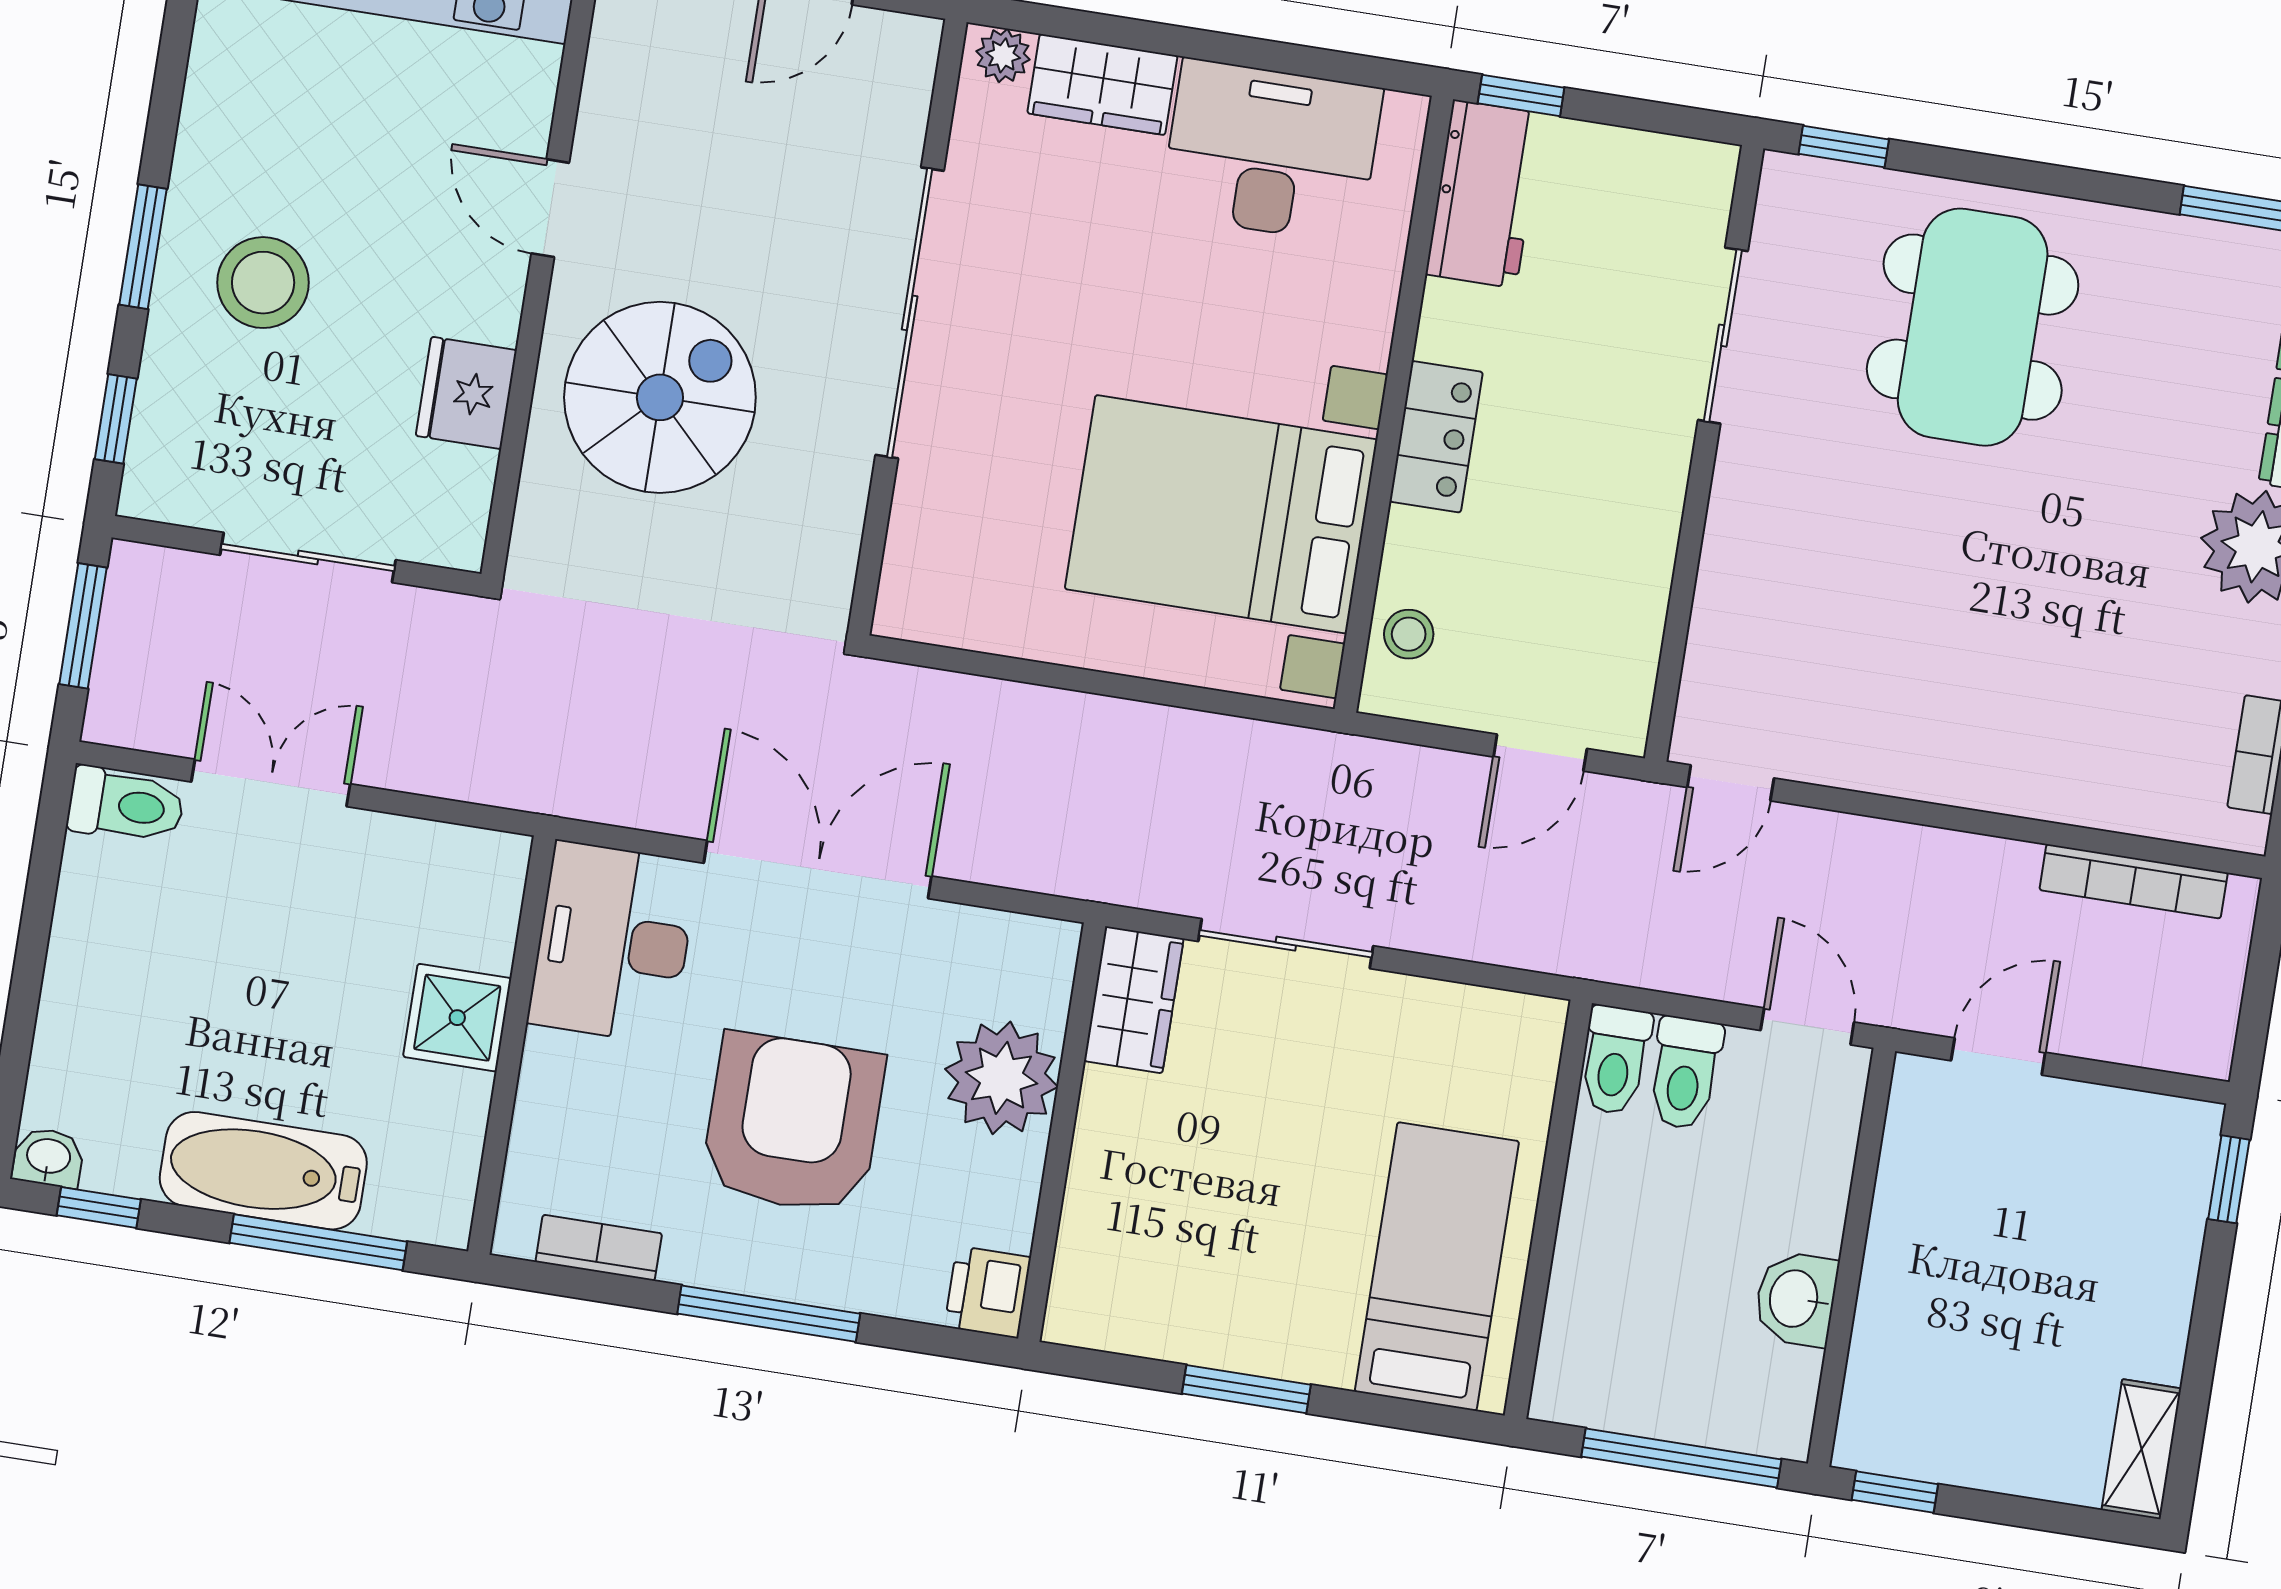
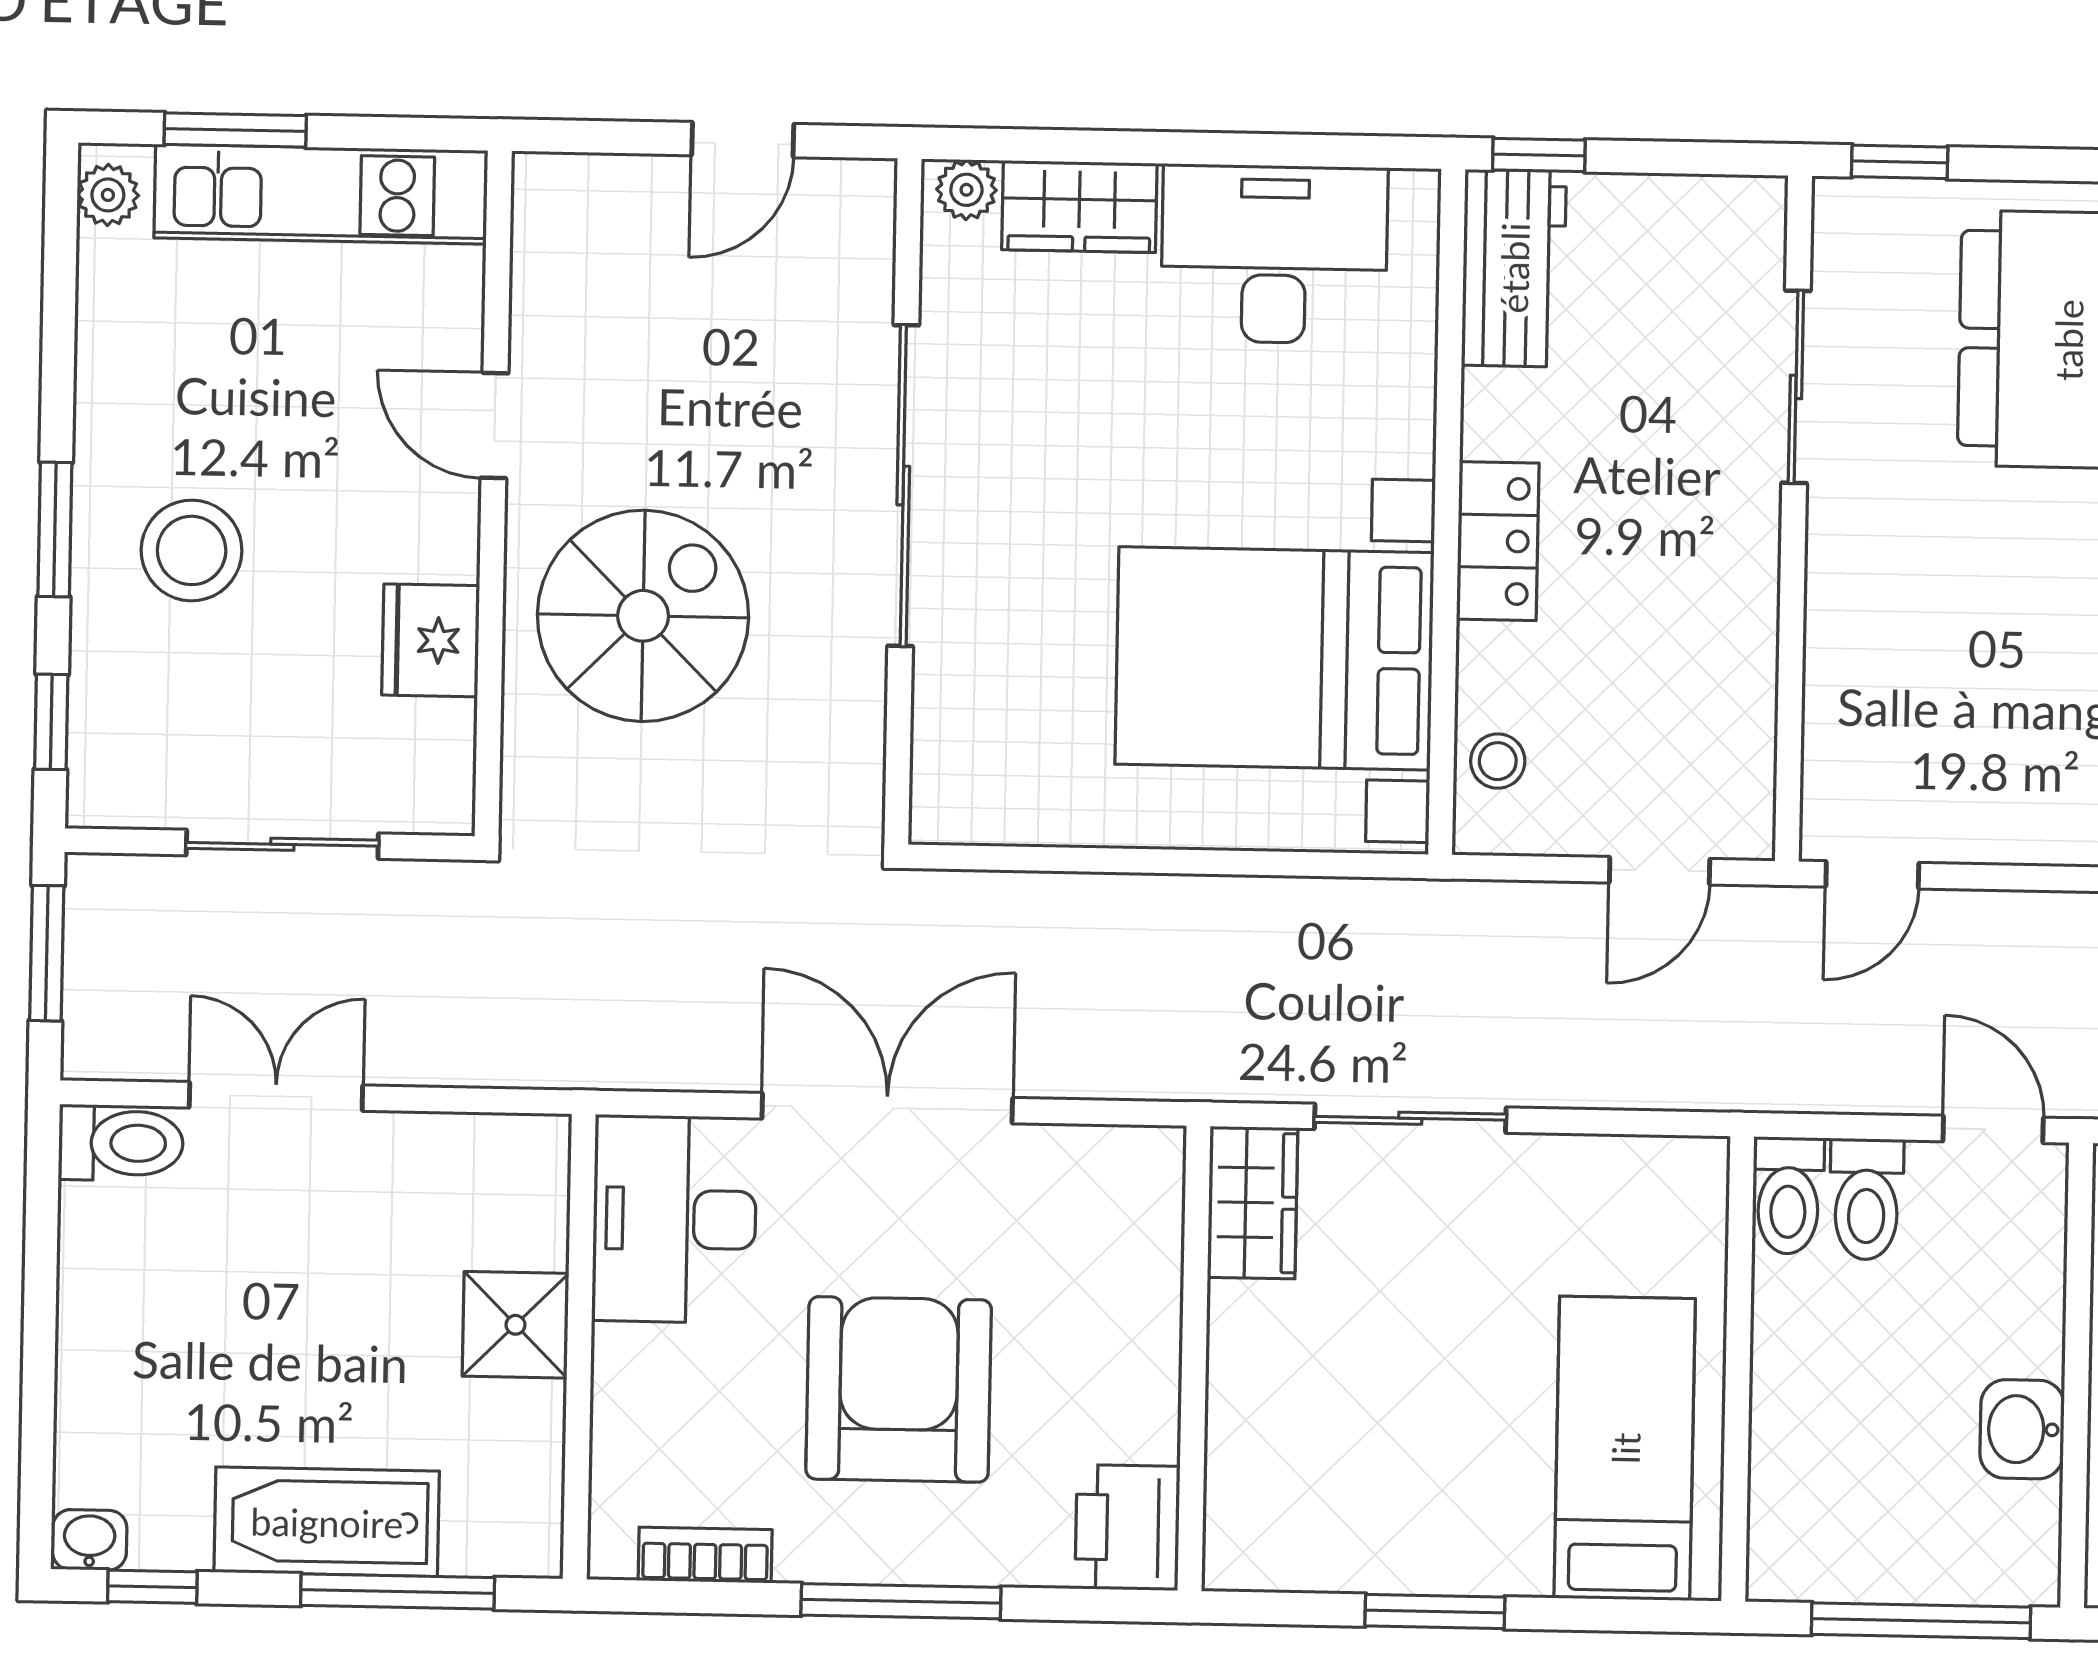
plant: (1002, 1078) -> (1120, 1308), removed
printer: (988, 1292) -> (1127, 1528), width x1.36, depth x1.24

